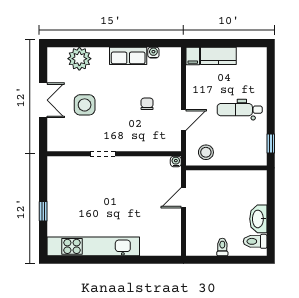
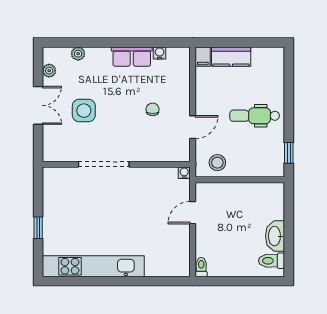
plant: (79, 59) -> (78, 54), width x0.53, depth x0.53
plant: (53, 69) -> (49, 71), added
doorway: (103, 154) -> (104, 164), width x1.87
toilet: (222, 247) -> (201, 267), moved

